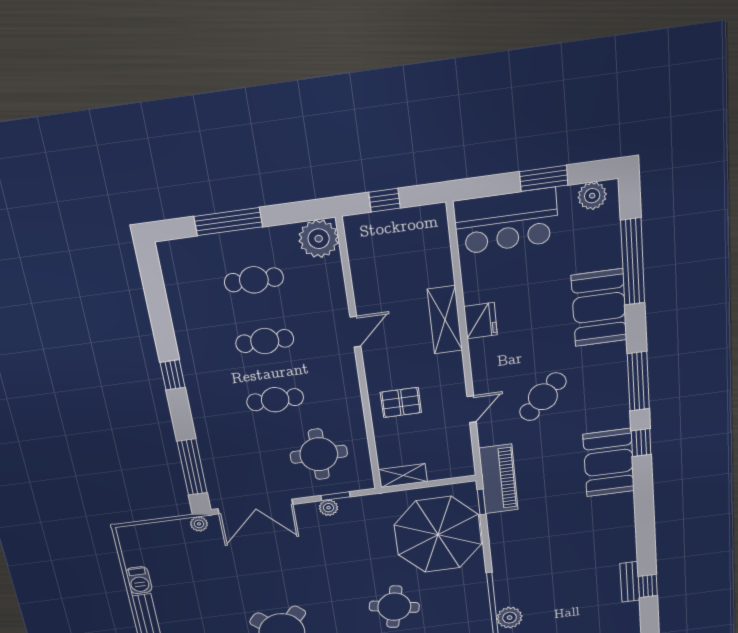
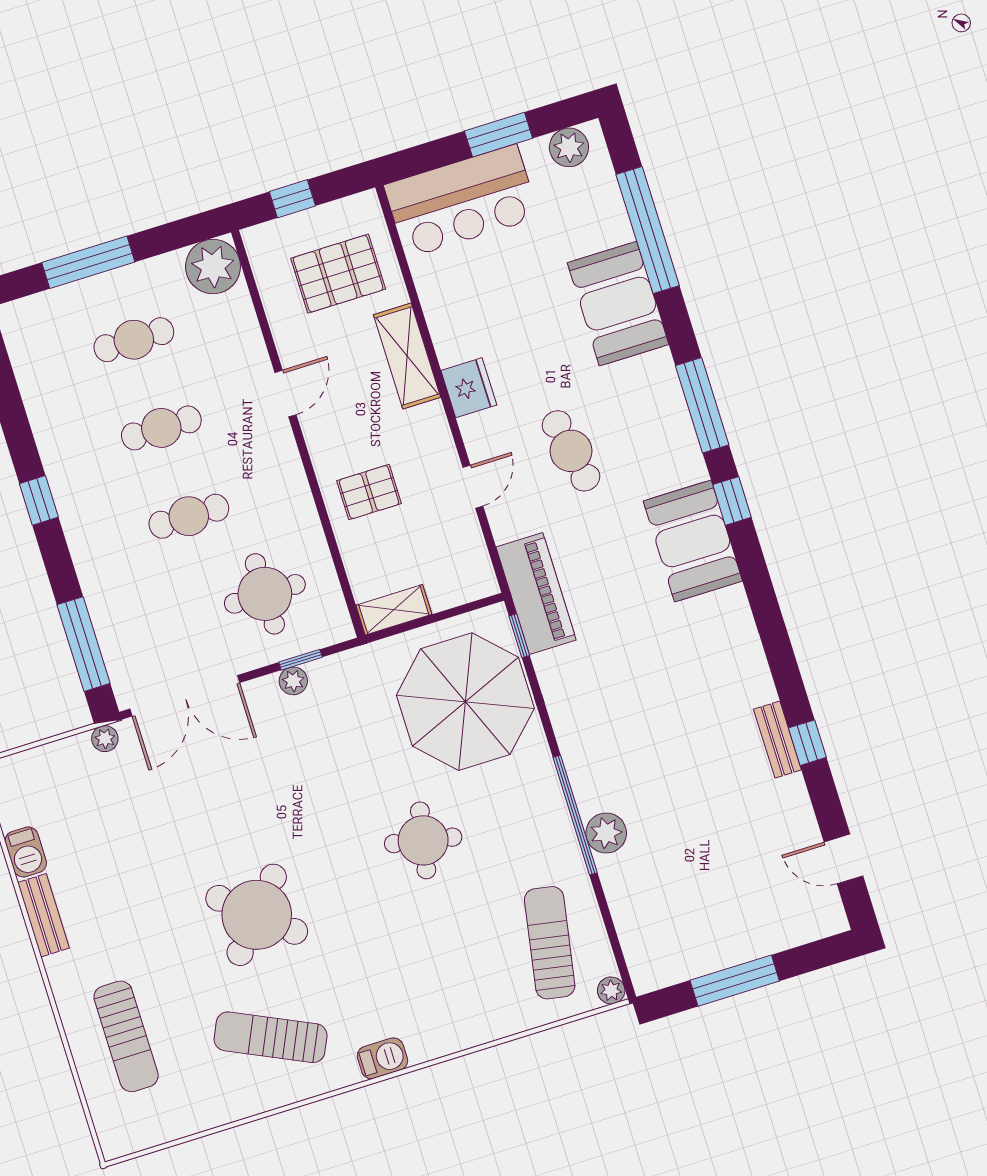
pallet: (408, 257) -> (338, 274), added
fridge: (480, 321) -> (469, 388), moved
cafe table: (543, 397) -> (571, 451), turned -55

